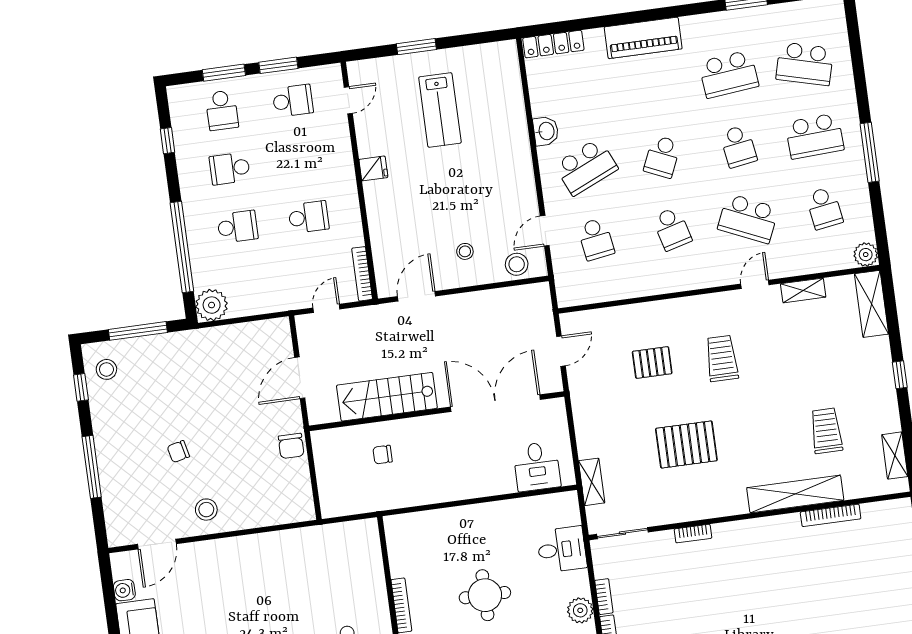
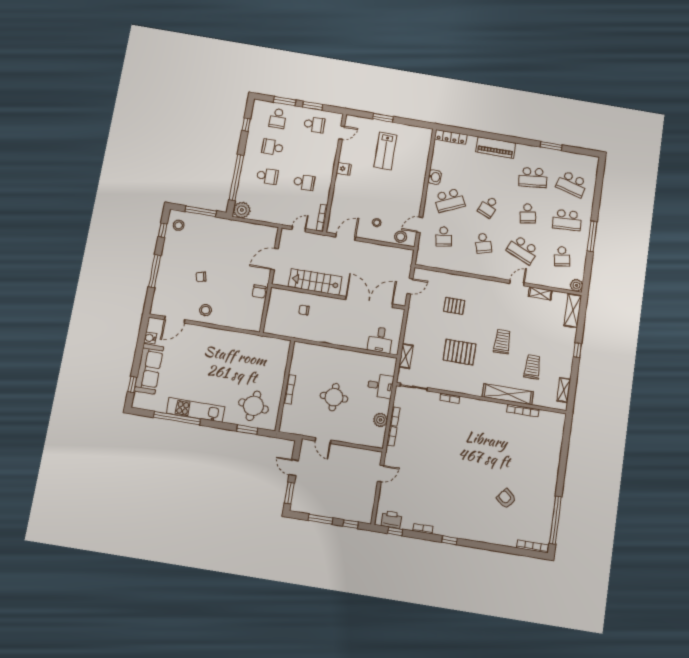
trolley: (722, 358) -> (502, 342), moved

